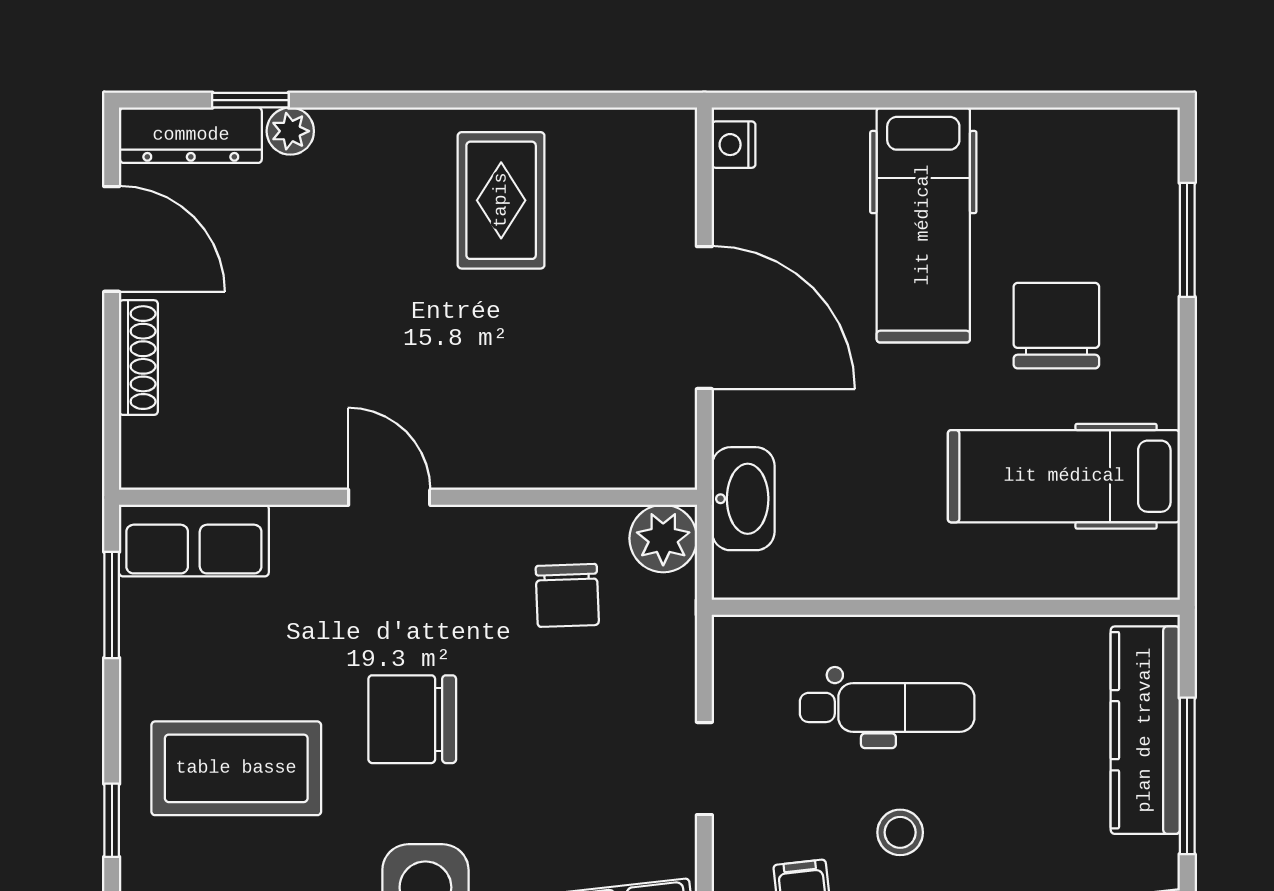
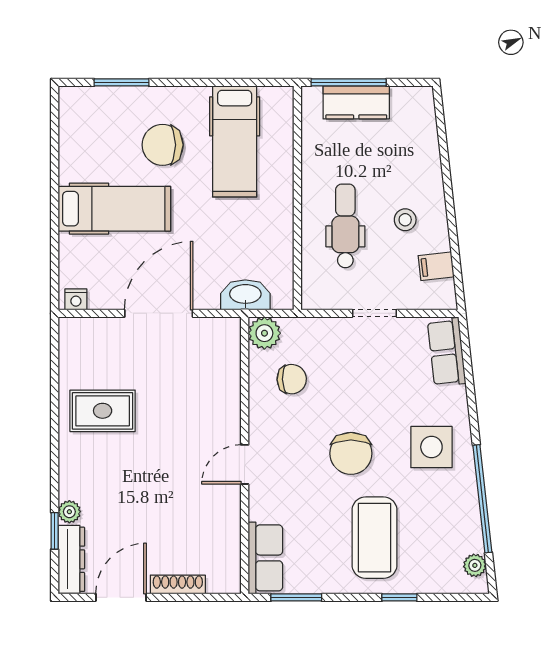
kitchen counter: (1145, 730) -> (356, 102), width x0.67
window: (1187, 776) -> (349, 82), moved

